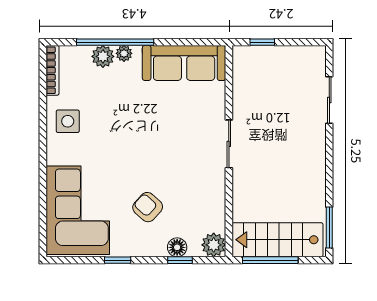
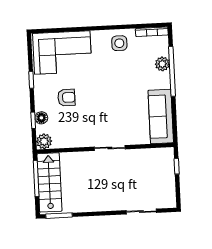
plant: (124, 53) -> (165, 77), removed
armchair: (148, 207) -> (66, 98), turned 48

